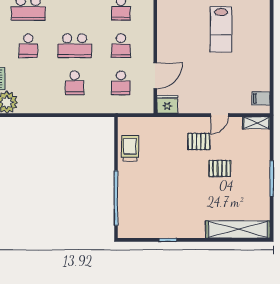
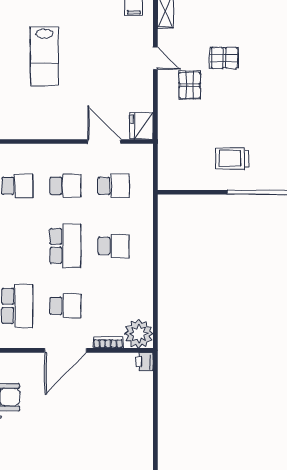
lab bench: (221, 29) -> (44, 56), turned 90
trolley: (130, 148) -> (232, 158), moved
pallet: (220, 168) -> (224, 58), turned 90

